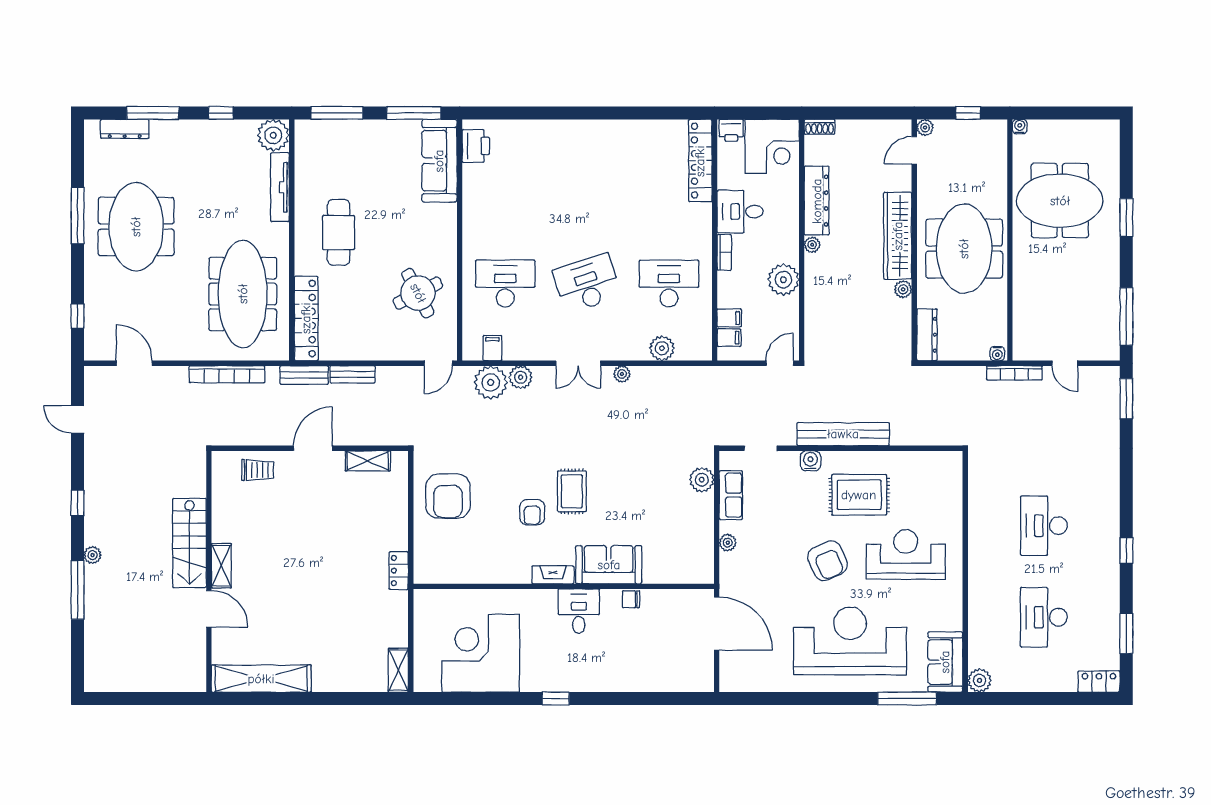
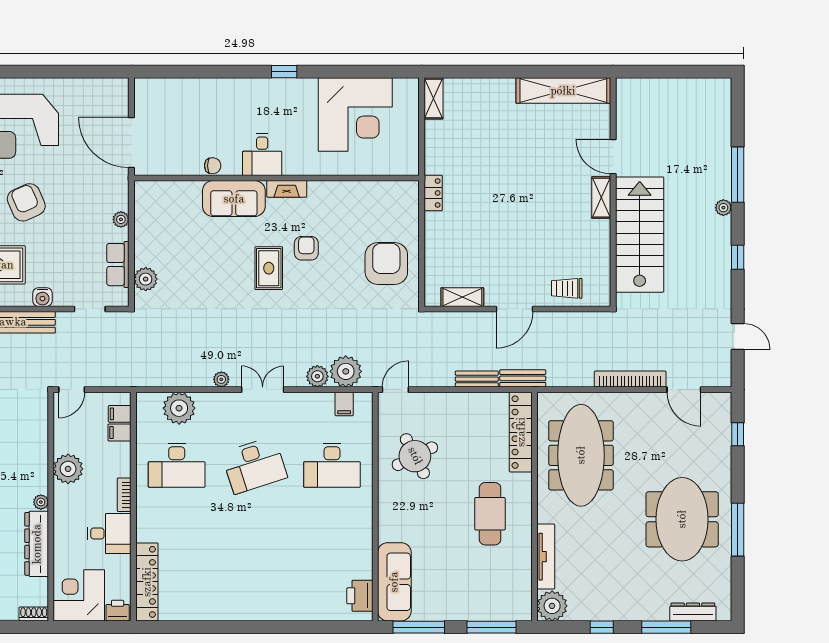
plant: (662, 348) -> (179, 408), width x1.36, depth x1.36
bookcase: (227, 374) -> (630, 379), moved
stairs: (189, 543) -> (640, 235), width x1.36, depth x1.51

